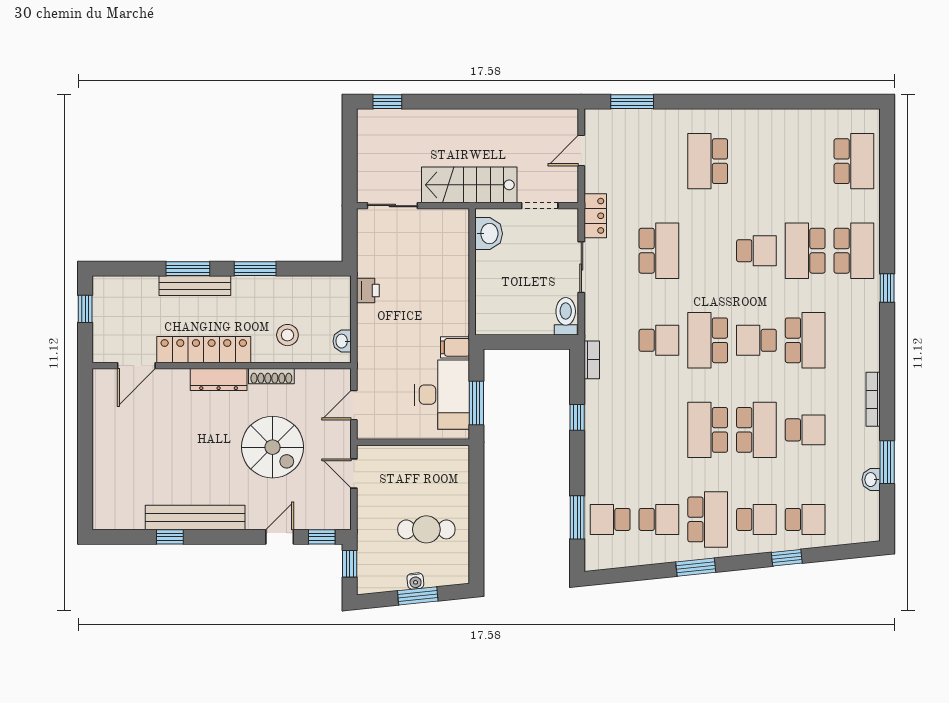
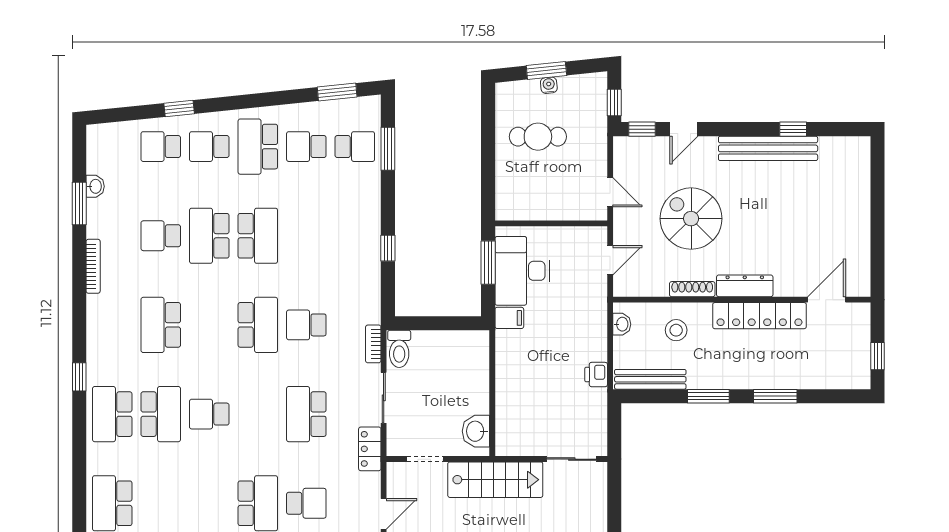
bench: (195, 286) -> (650, 379), moved
school desk: (756, 340) -> (306, 503), moved
bookcase: (592, 360) -> (373, 344), moved
window: (696, 567) -> (337, 92), moved

